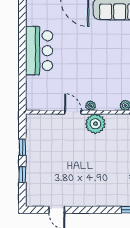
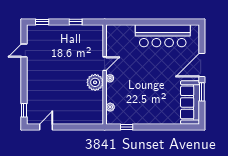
bar counter: (39, 51) -> (163, 36), width x1.36
window: (22, 175) -> (42, 22), moved

